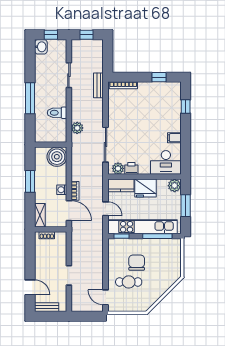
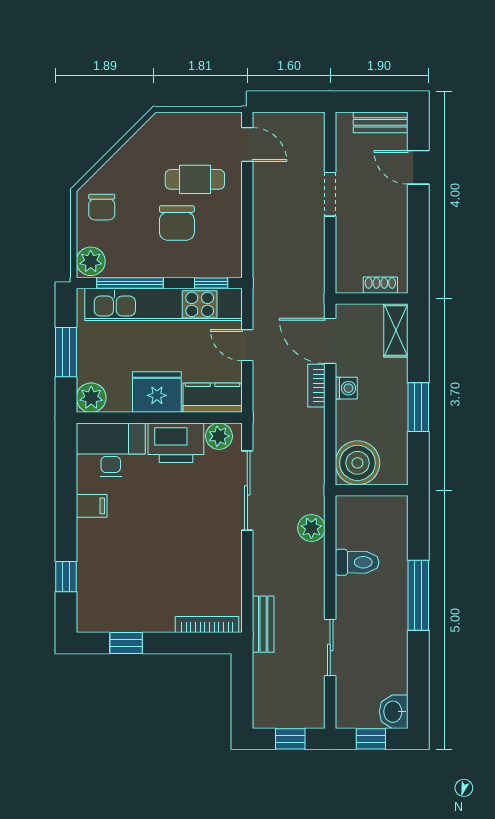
printer: (131, 168) -> (176, 443), width x1.87, depth x1.48
plant: (175, 246) -> (91, 261), added
chair: (170, 270) -> (102, 207), added

